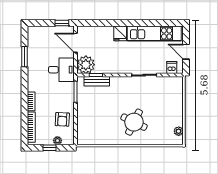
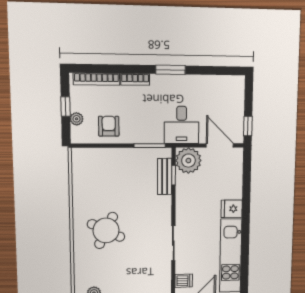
door: (75, 43) -> (220, 145), hinge flipped
window: (24, 57) -> (171, 70), moved
armchair: (62, 119) -> (109, 126), turned 87

